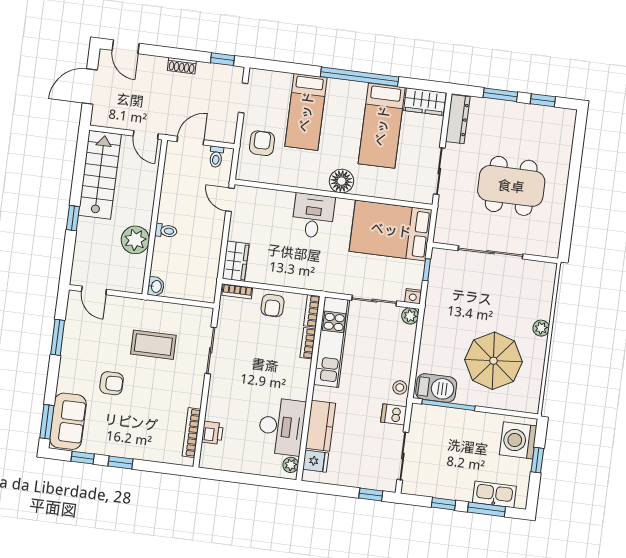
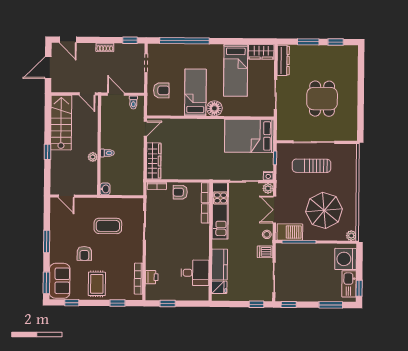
window: (360, 77) -> (184, 41), moved
bed: (306, 112) -> (195, 92), moved, turned 180
door: (190, 141) -> (116, 94), hinge flipped
armchair: (262, 143) -> (161, 90), turned 90
dining table: (511, 186) -> (322, 99), width x0.73
door: (230, 200) -> (145, 129), swing flipped
desk: (313, 216) -> (199, 132), removed
plant: (135, 240) -> (93, 157), width x0.53, depth x0.53
wardrobe: (236, 261) -> (154, 161), width x1.50
sun lounger: (482, 289) -> (312, 166), added
armchair: (273, 306) -> (180, 192), turned 90
plant: (541, 328) -> (351, 236), moved
window: (58, 337) -> (47, 241), moved
double door: (416, 350) -> (275, 210), added
armchair: (112, 383) -> (84, 253), turned 90
desk: (282, 427) -> (195, 273), width x0.73
rug: (125, 433) -> (97, 284), added
window: (537, 460) -> (359, 288), moved
window: (121, 462) -> (117, 303), moved
plant: (291, 465) -> (204, 292), removed
window: (232, 477) -> (168, 303), added
kitchen sink: (494, 494) -> (349, 284), moved, turned -90
window: (443, 504) -> (289, 305), moved

